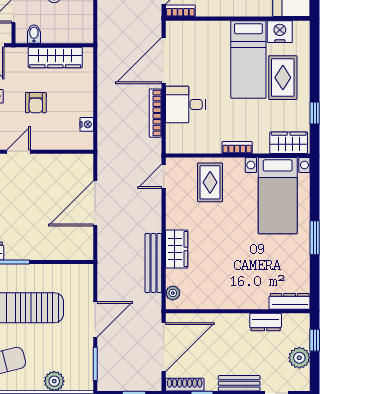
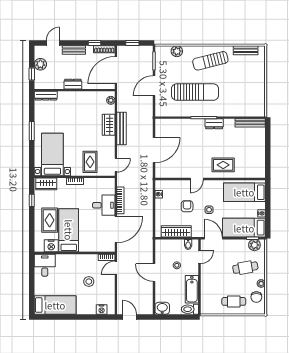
bench: (153, 263) -> (122, 129), moved
dresser: (266, 322) -> (73, 84), moved

